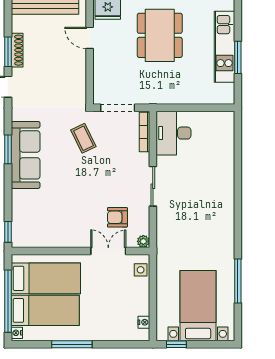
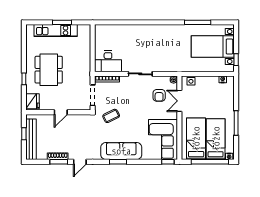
dining table: (160, 35) -> (49, 70), turned 90
door: (90, 38) -> (61, 112), moved
corner sofa: (44, 224) -> (163, 140), added

